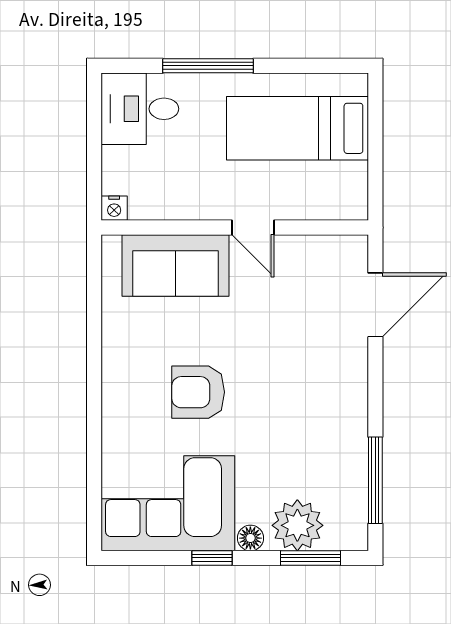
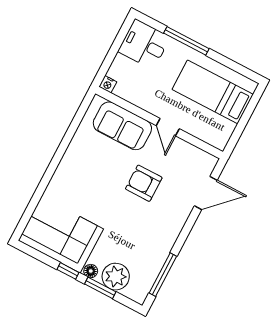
armchair: (198, 392) -> (144, 183), moved
window: (311, 558) -> (100, 288), moved

